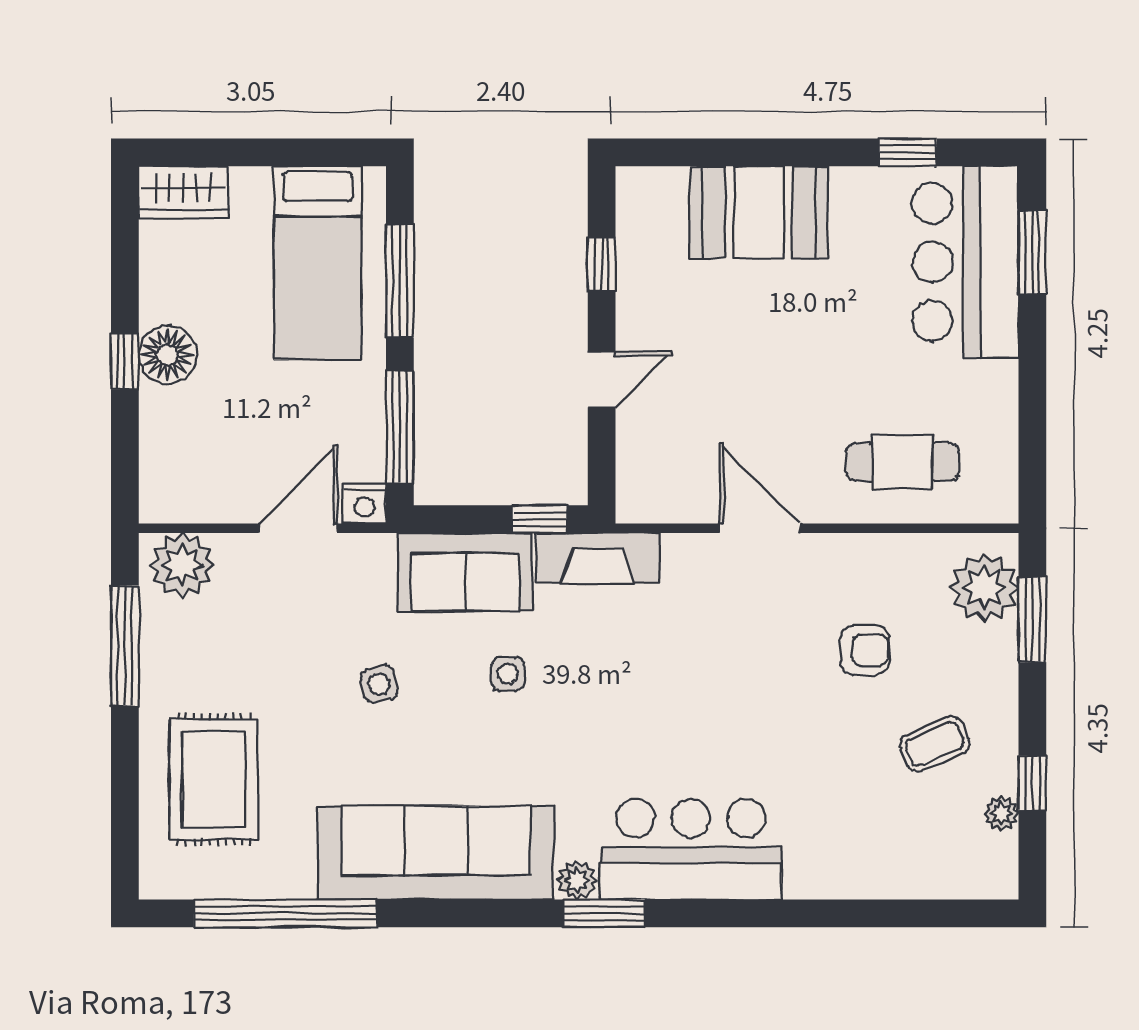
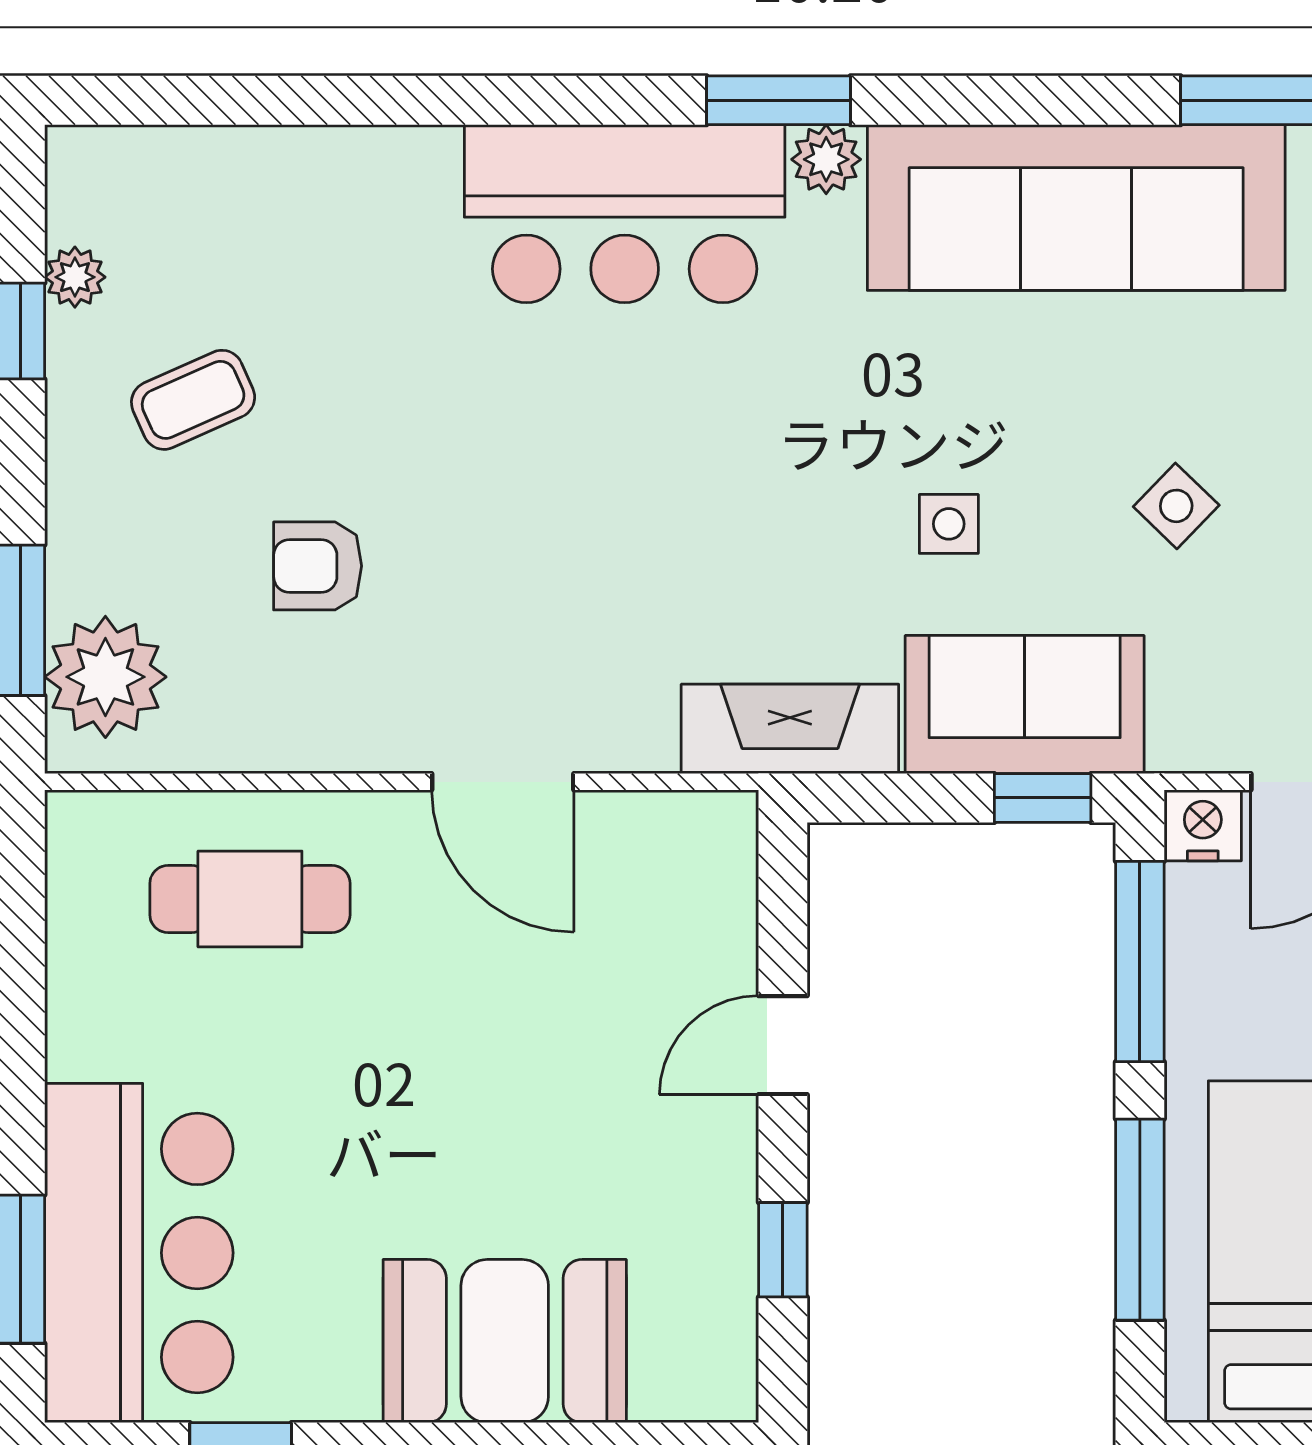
window: (540, 519) -> (1043, 798), moved
side table: (379, 684) -> (1176, 506), turned -32

